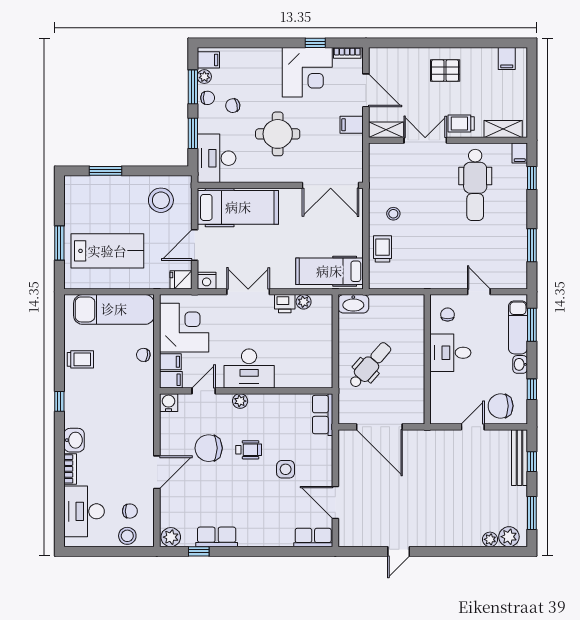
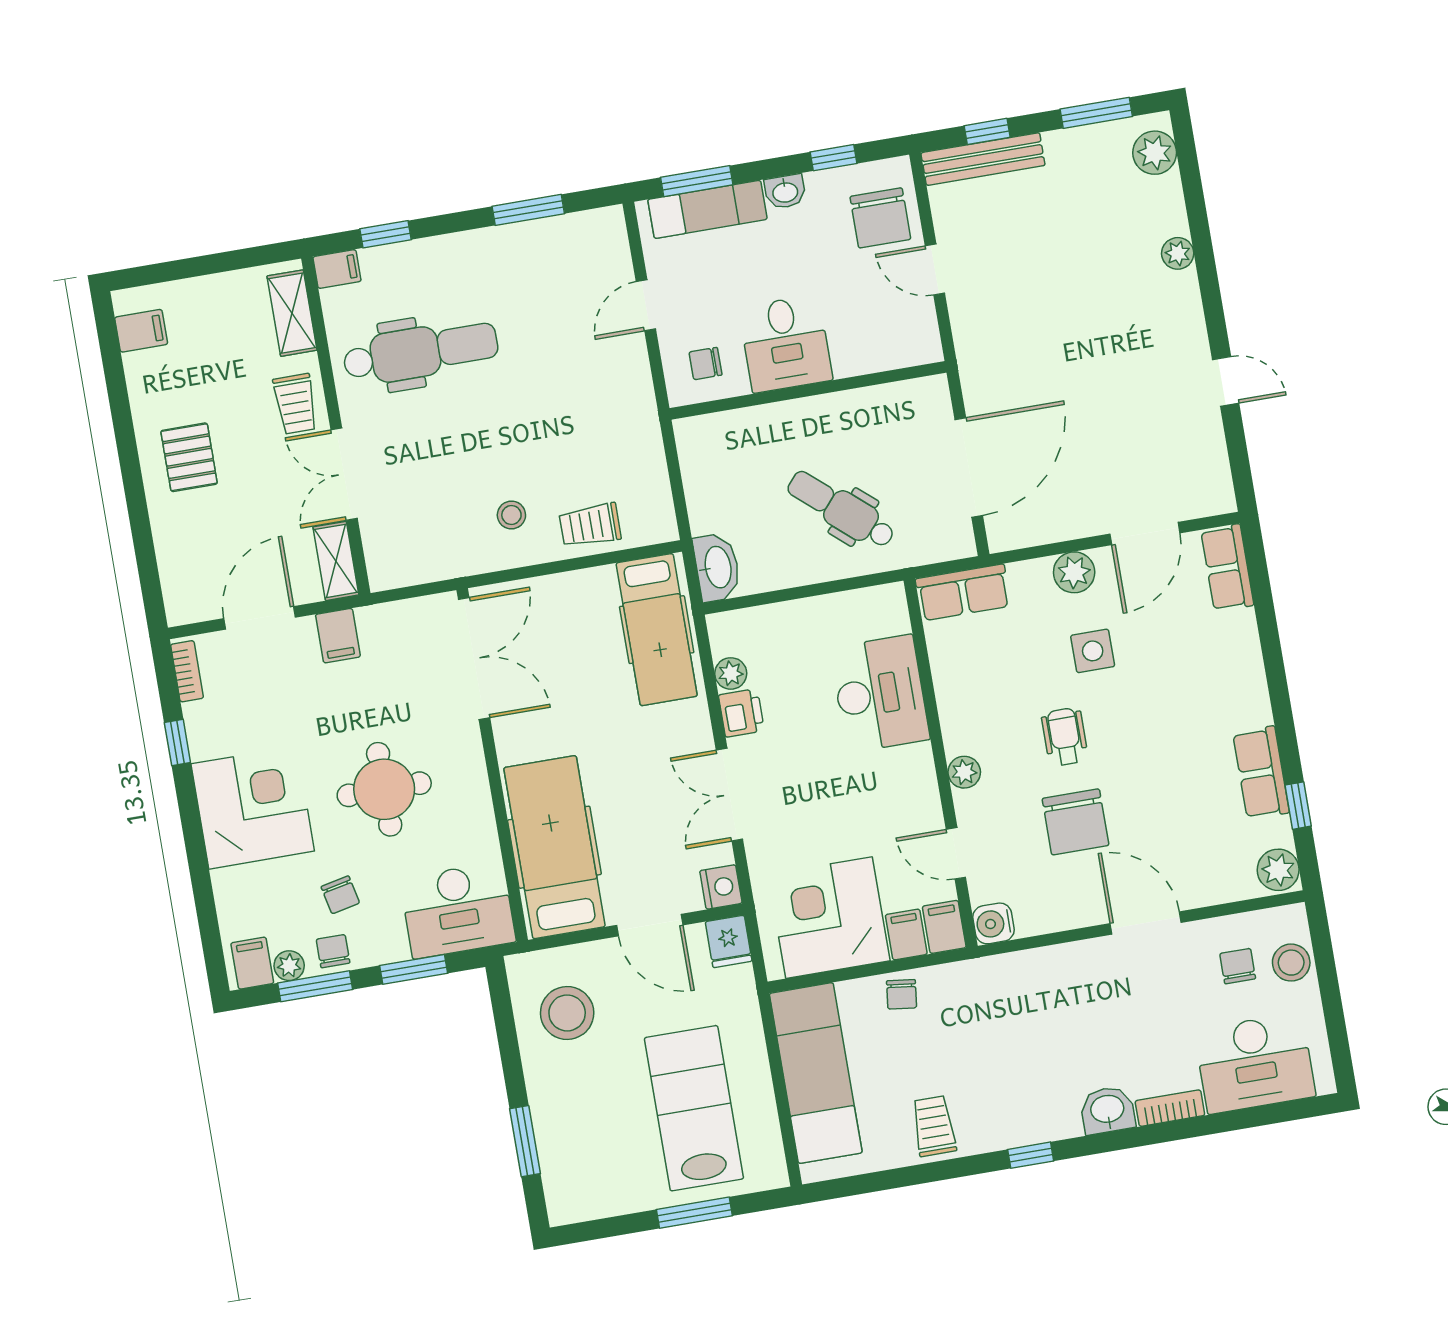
corner desk: (307, 72) -> (253, 807), moved
desk: (249, 369) -> (880, 694), moved
plant: (323, 467) -> (1074, 572), added
plant: (490, 539) -> (1178, 253), moved

